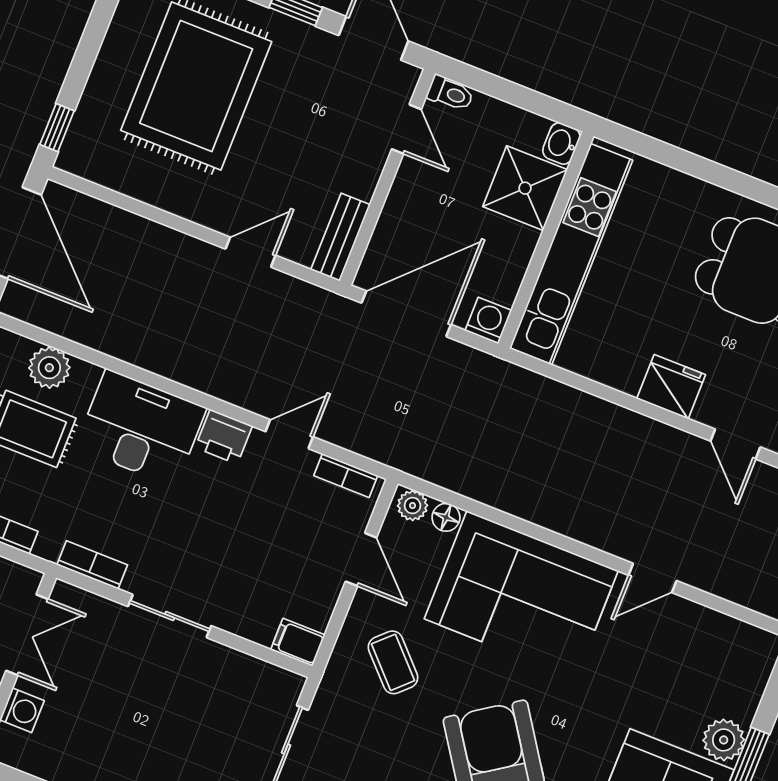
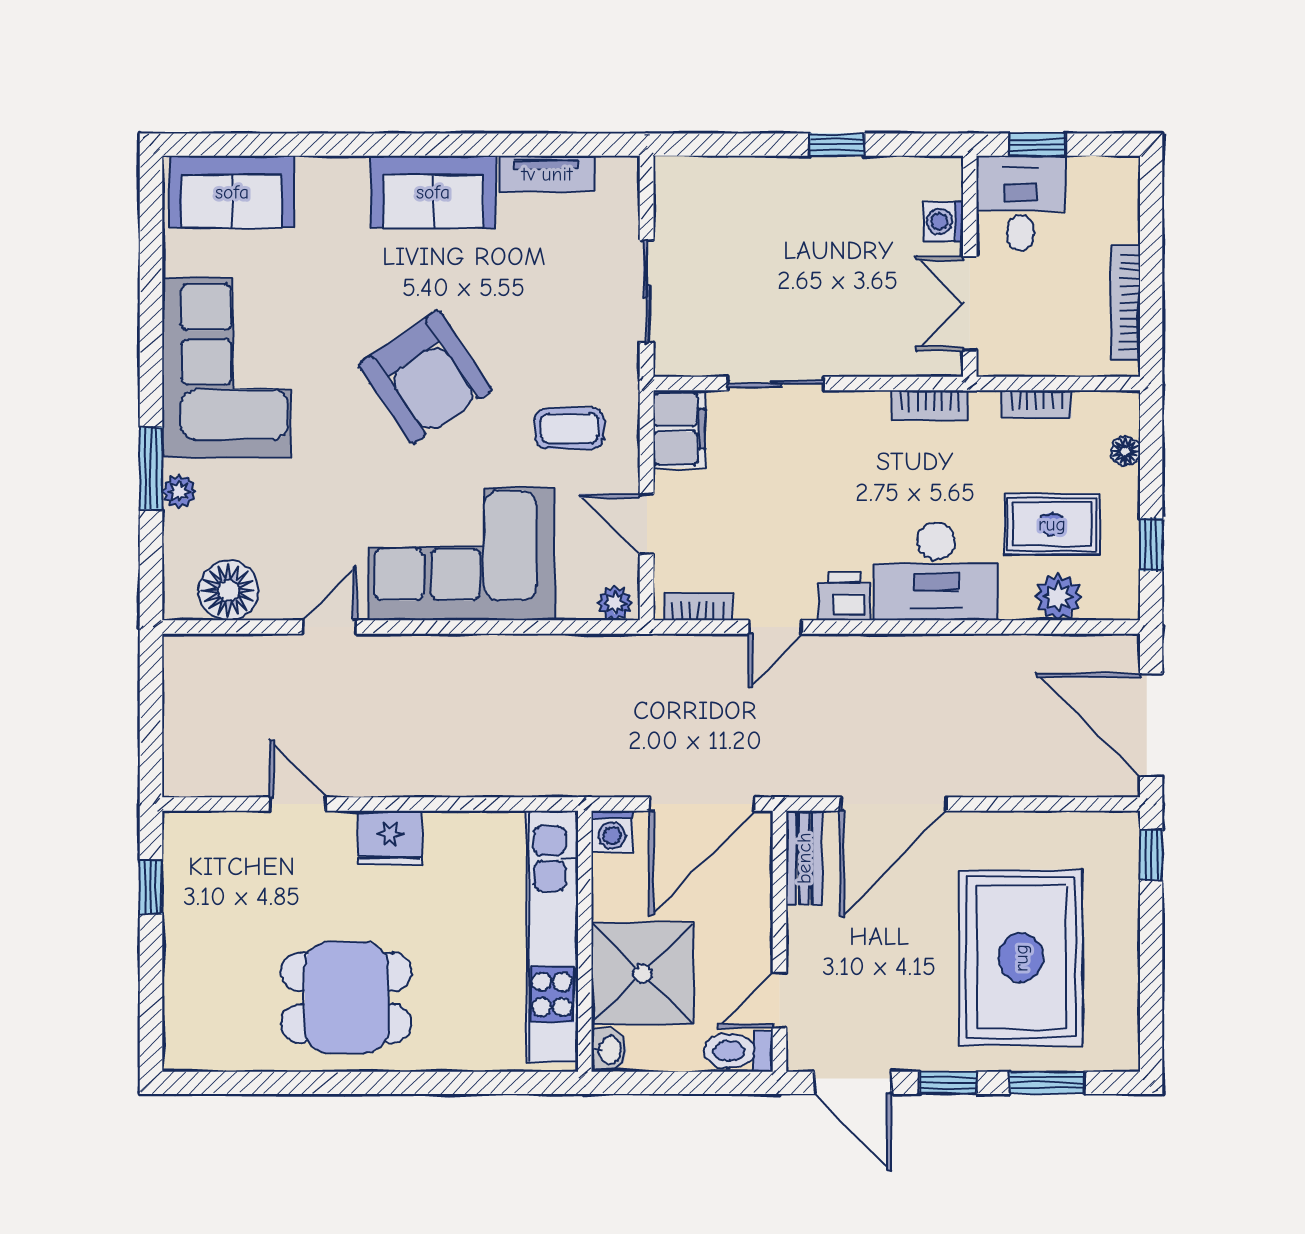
toilet: (450, 93) -> (738, 1051), width x1.37, depth x1.39
door: (406, 129) -> (779, 1000), hinge flipped
shower: (525, 188) -> (642, 974), width x1.37, depth x1.37
door: (251, 252) -> (893, 804), width x1.87
floor lamp: (446, 517) -> (229, 590), moved, width x1.89, depth x1.89
sliding door: (170, 616) -> (776, 384), moved
filing cabinet: (298, 642) -> (679, 429), width x2.00
coffee table: (393, 662) -> (570, 428), turned -46
plant: (724, 740) -> (179, 491), width x0.73, depth x0.73

